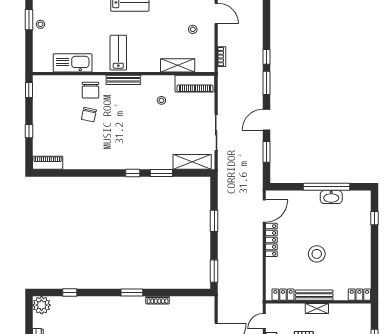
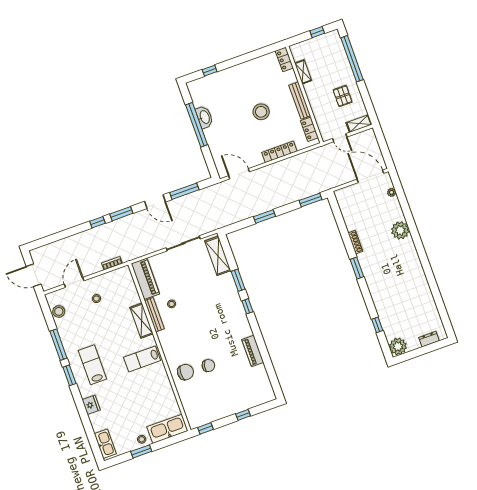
kitchen sink: (73, 63) -> (167, 429), moved, turned 90
shelving: (178, 65) -> (142, 321), moved
bench: (123, 80) -> (154, 315), moved
window: (266, 152) -> (184, 191), width x1.44
piano: (48, 163) -> (253, 351), moved
locker: (271, 240) -> (279, 152), moved
shelving: (317, 309) -> (303, 72), moved

